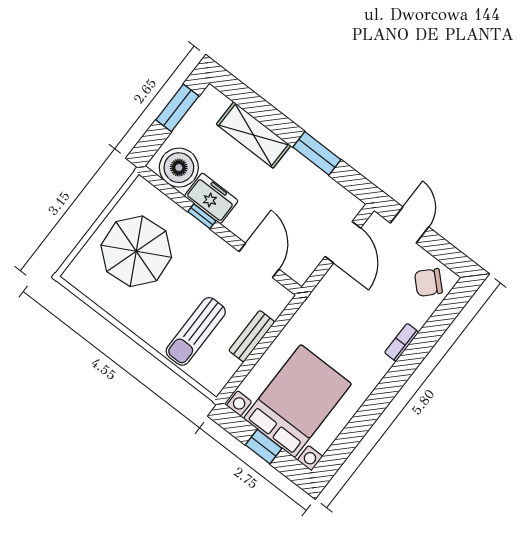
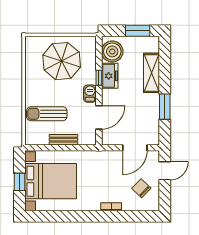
barbecue: (215, 247) -> (90, 94), added
chair: (428, 282) -> (141, 188), moved

